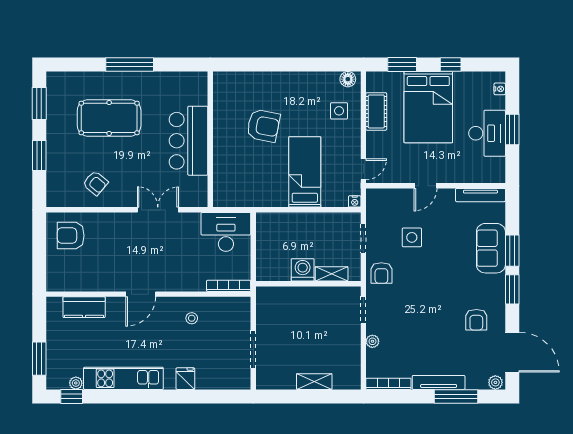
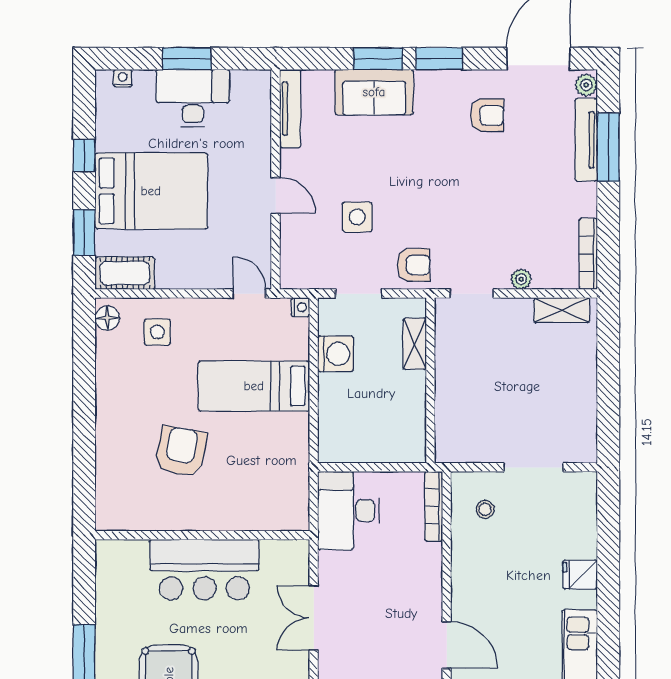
cot: (376, 111) -> (125, 273), moved
washing machine: (303, 270) -> (336, 354), moved, turned 180
stool: (192, 318) -> (485, 509), moved
shelving: (314, 382) -> (562, 310), moved, turned 90
tv unit: (439, 382) -> (586, 140), moved

